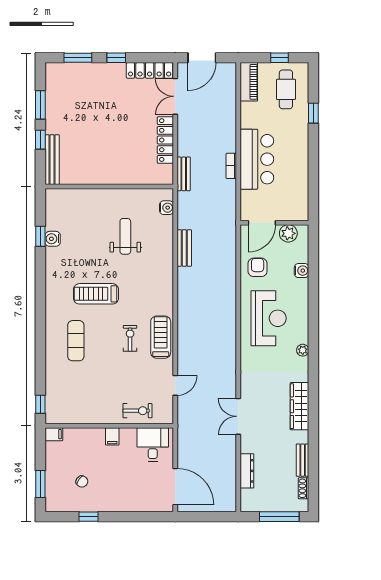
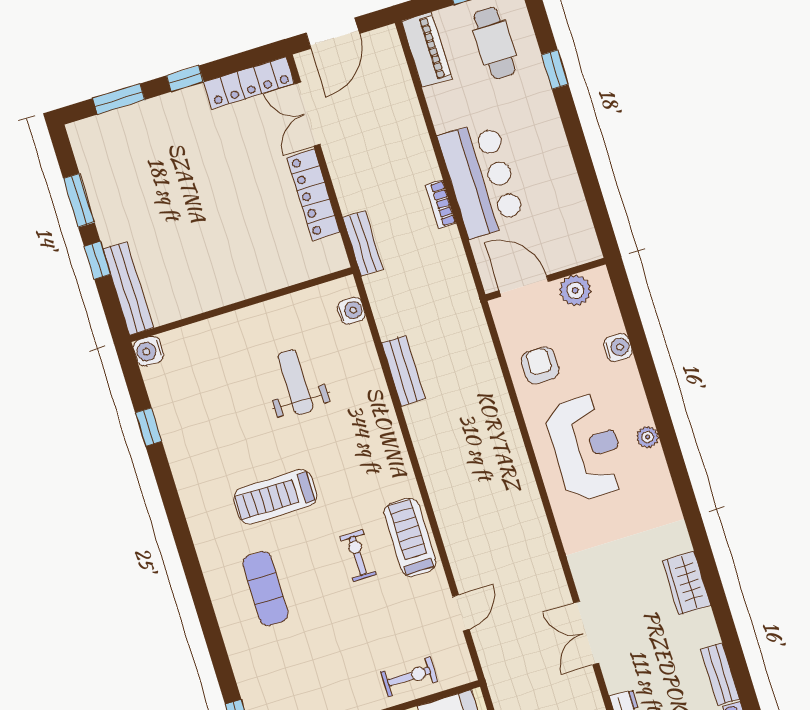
door: (262, 223) -> (524, 286), swing flipped
water cooler: (53, 239) -> (148, 351), moved
plant: (303, 350) -> (648, 437), moved
wardrobe: (300, 406) -> (686, 583), width x0.67

